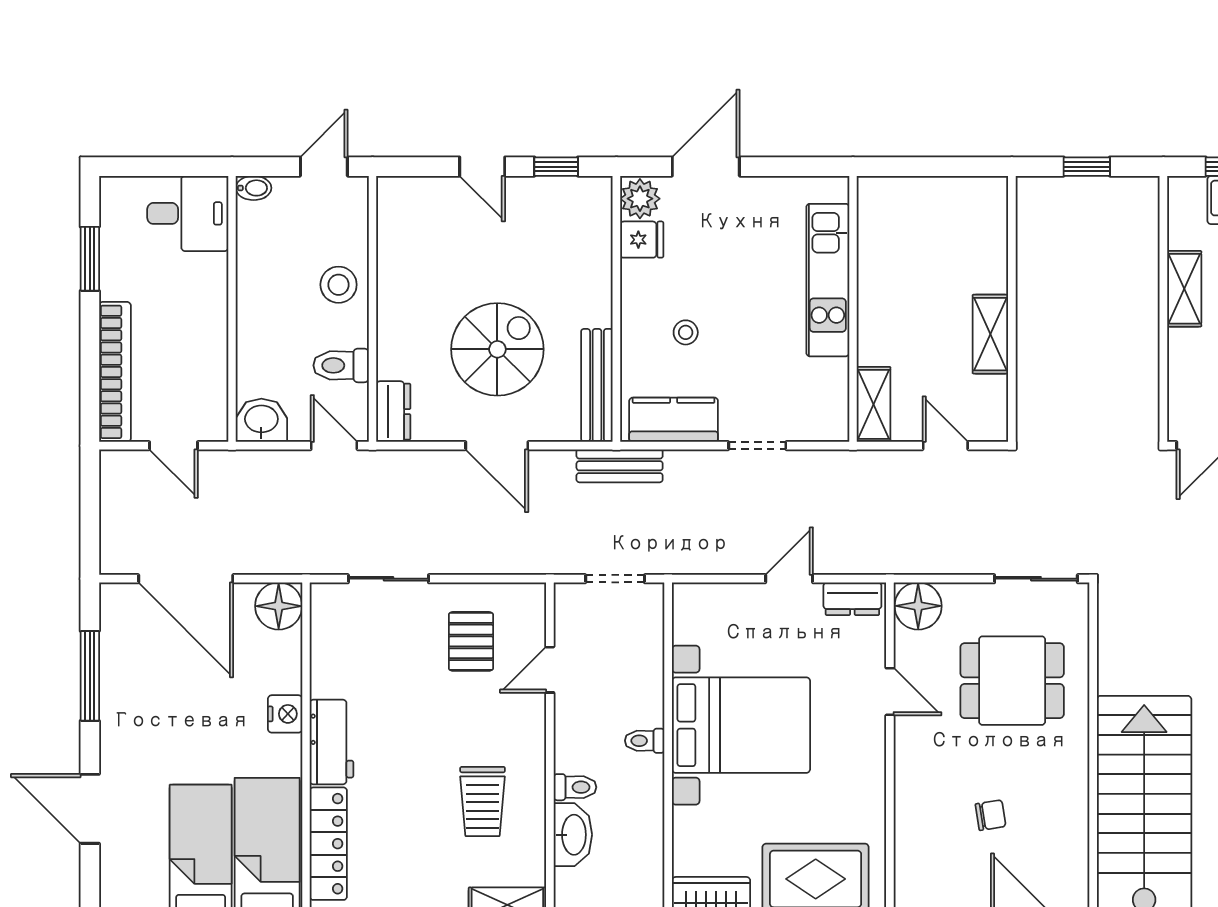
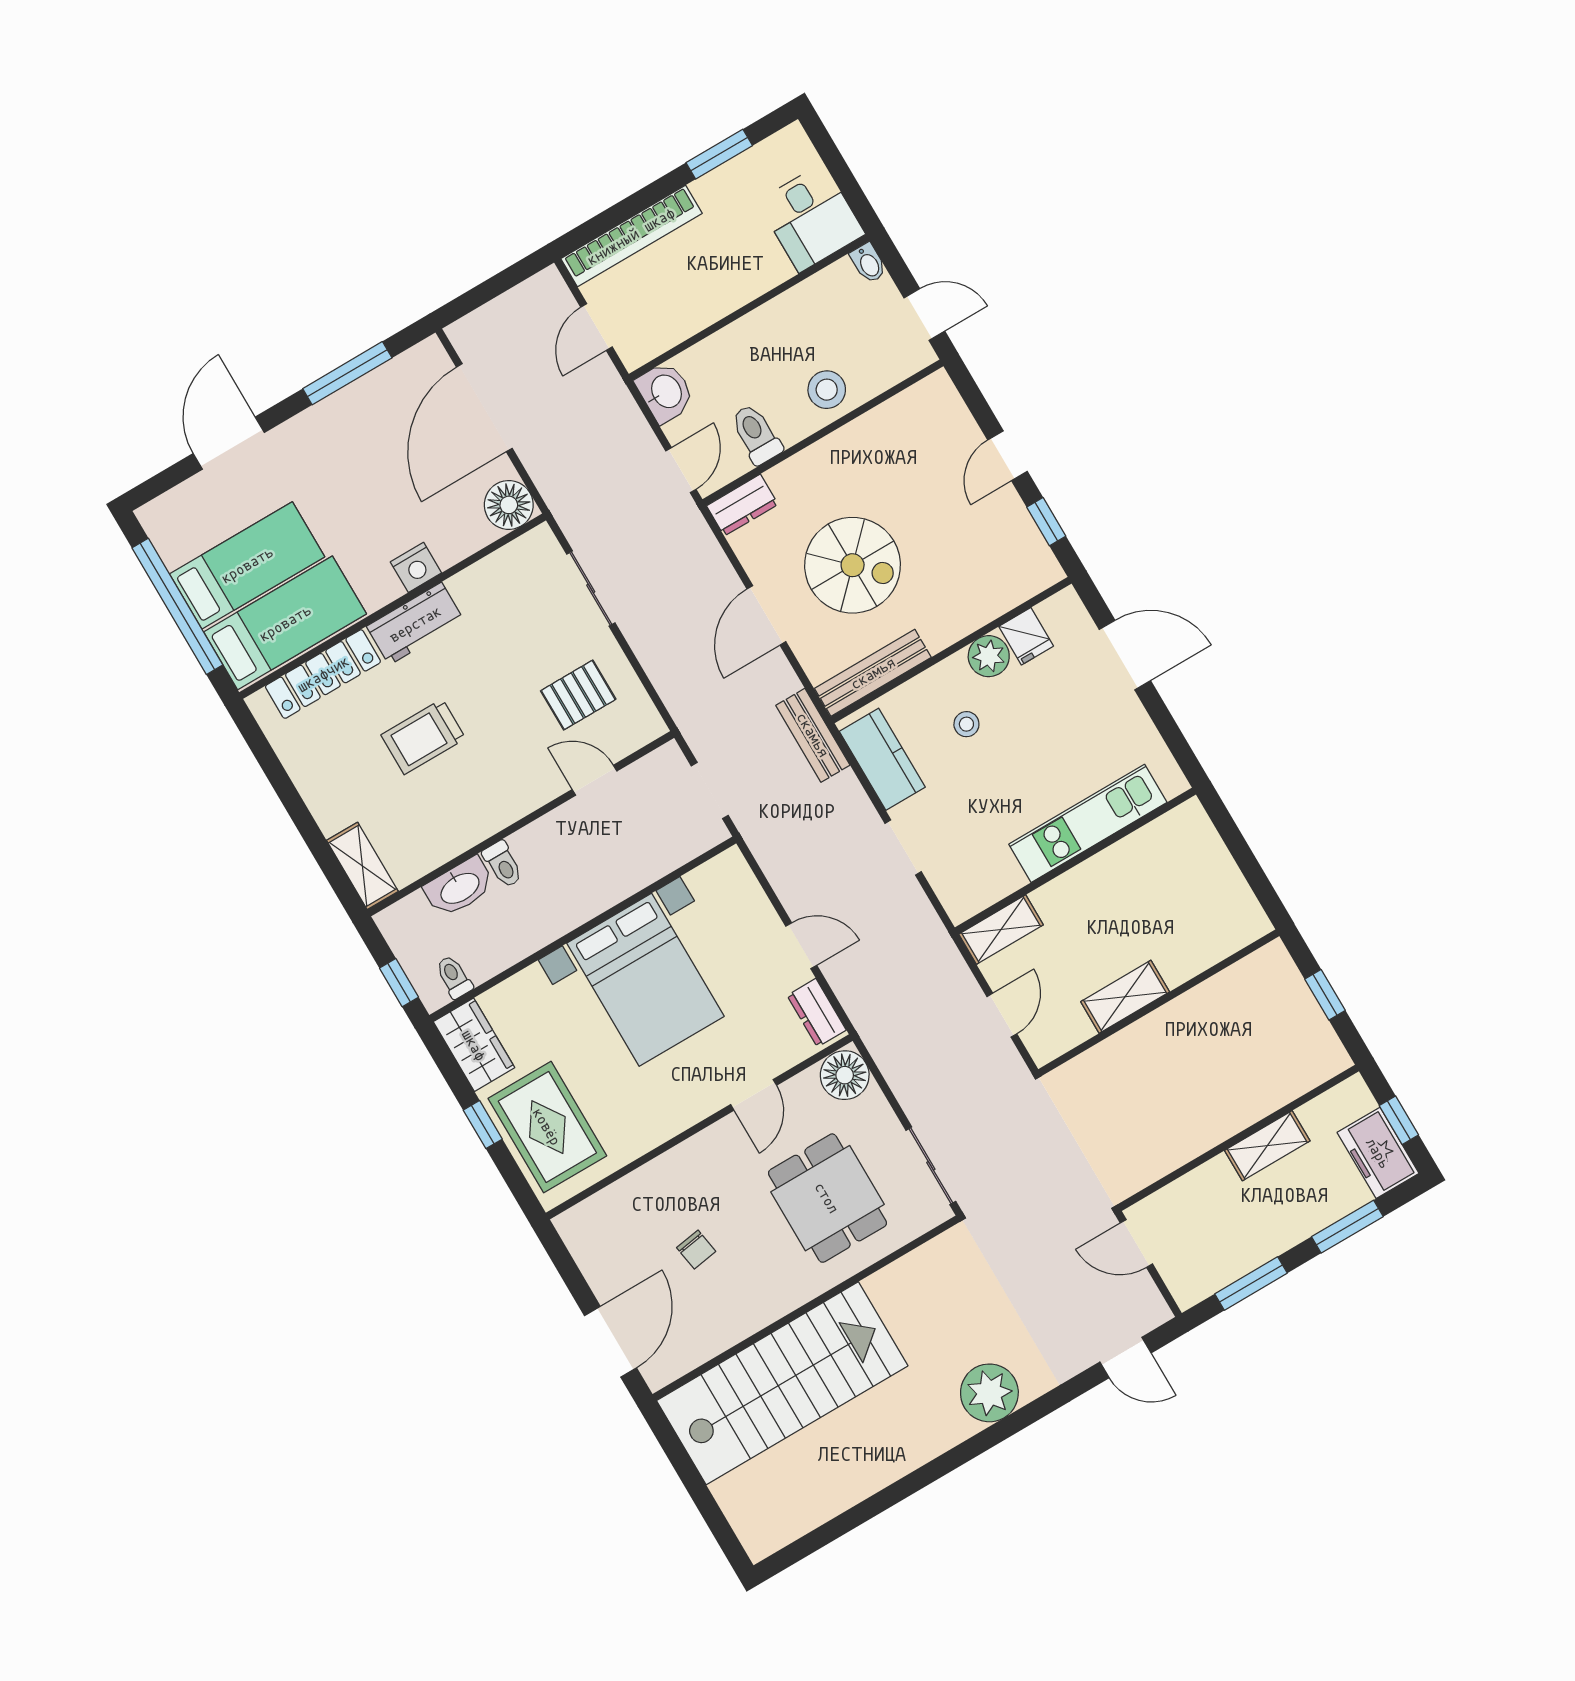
plant: (640, 199) -> (989, 656), moved
toilet: (645, 741) -> (454, 977), moved
trolley: (483, 801) -> (423, 737), moved

